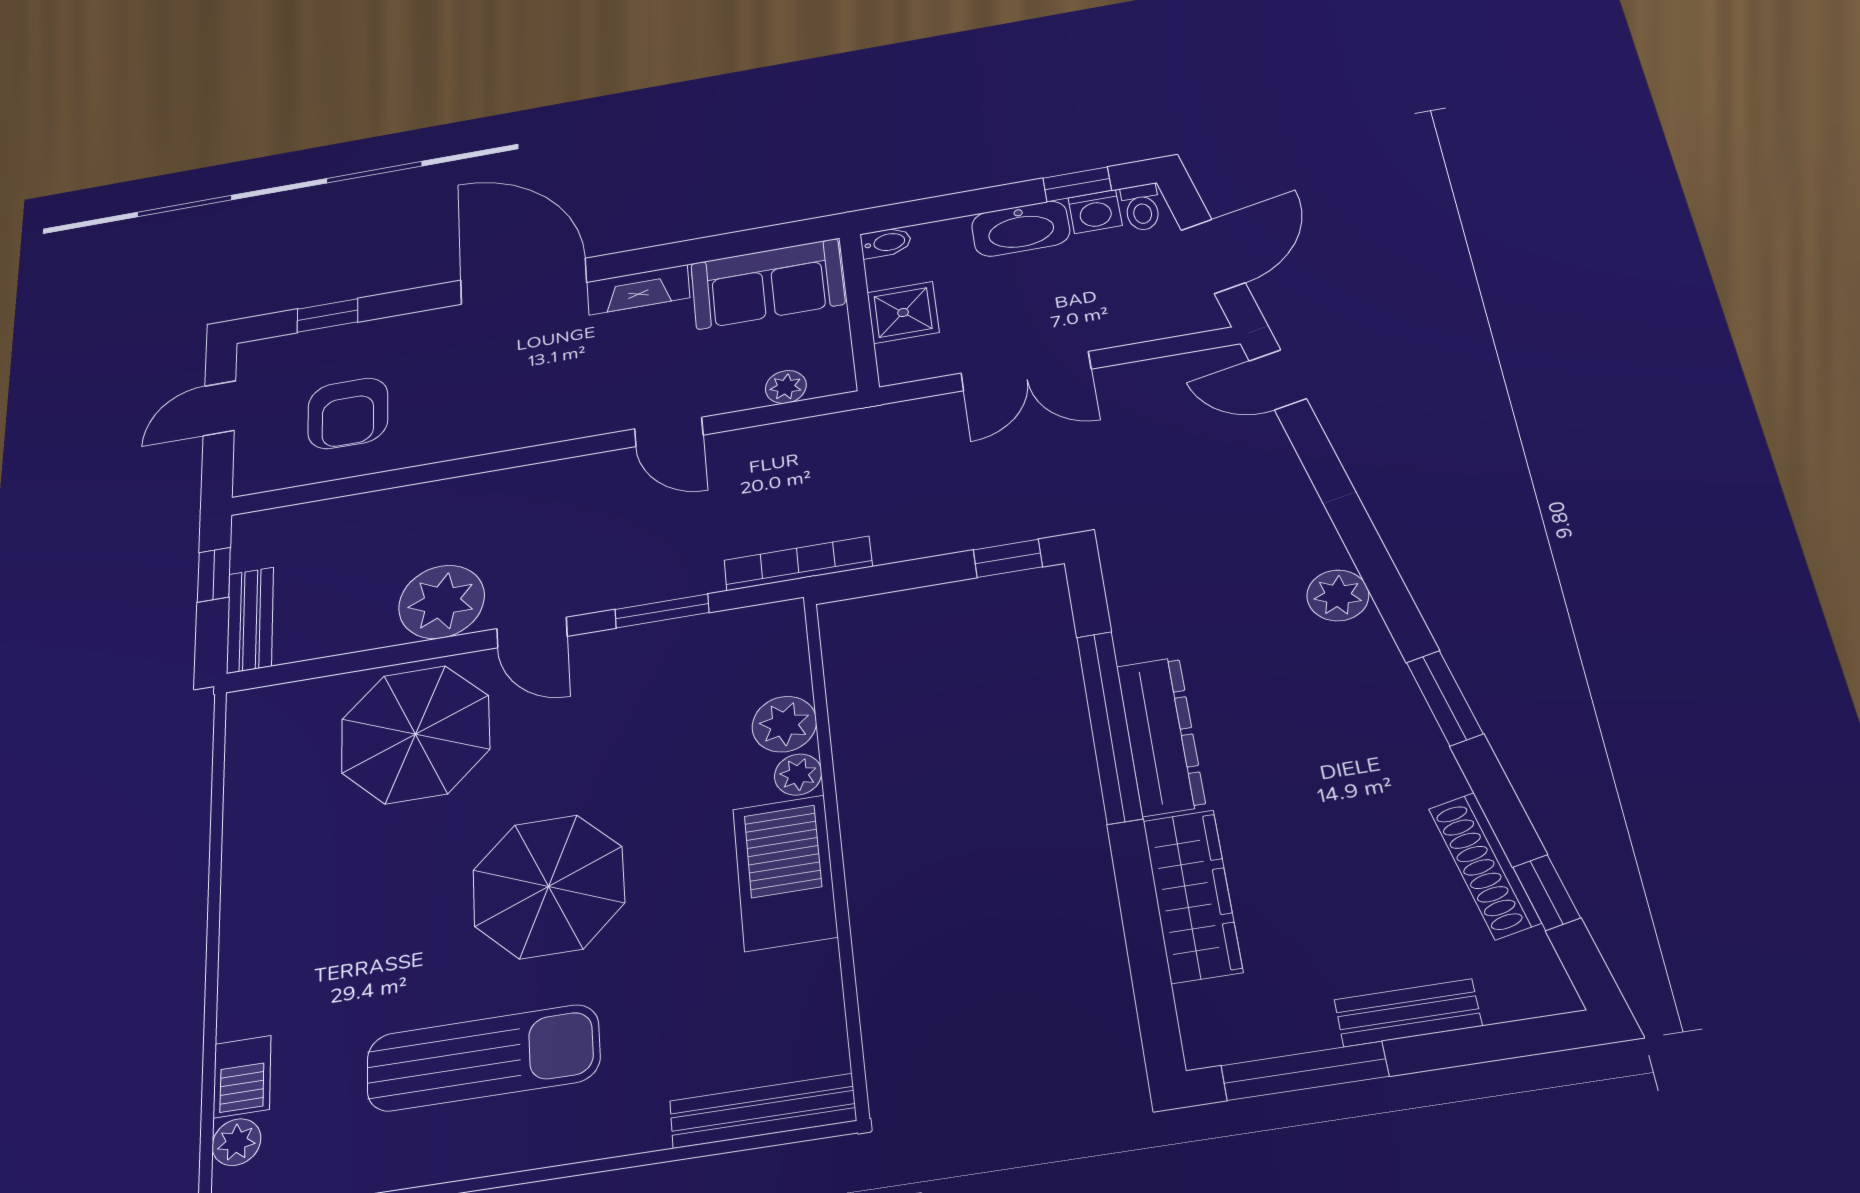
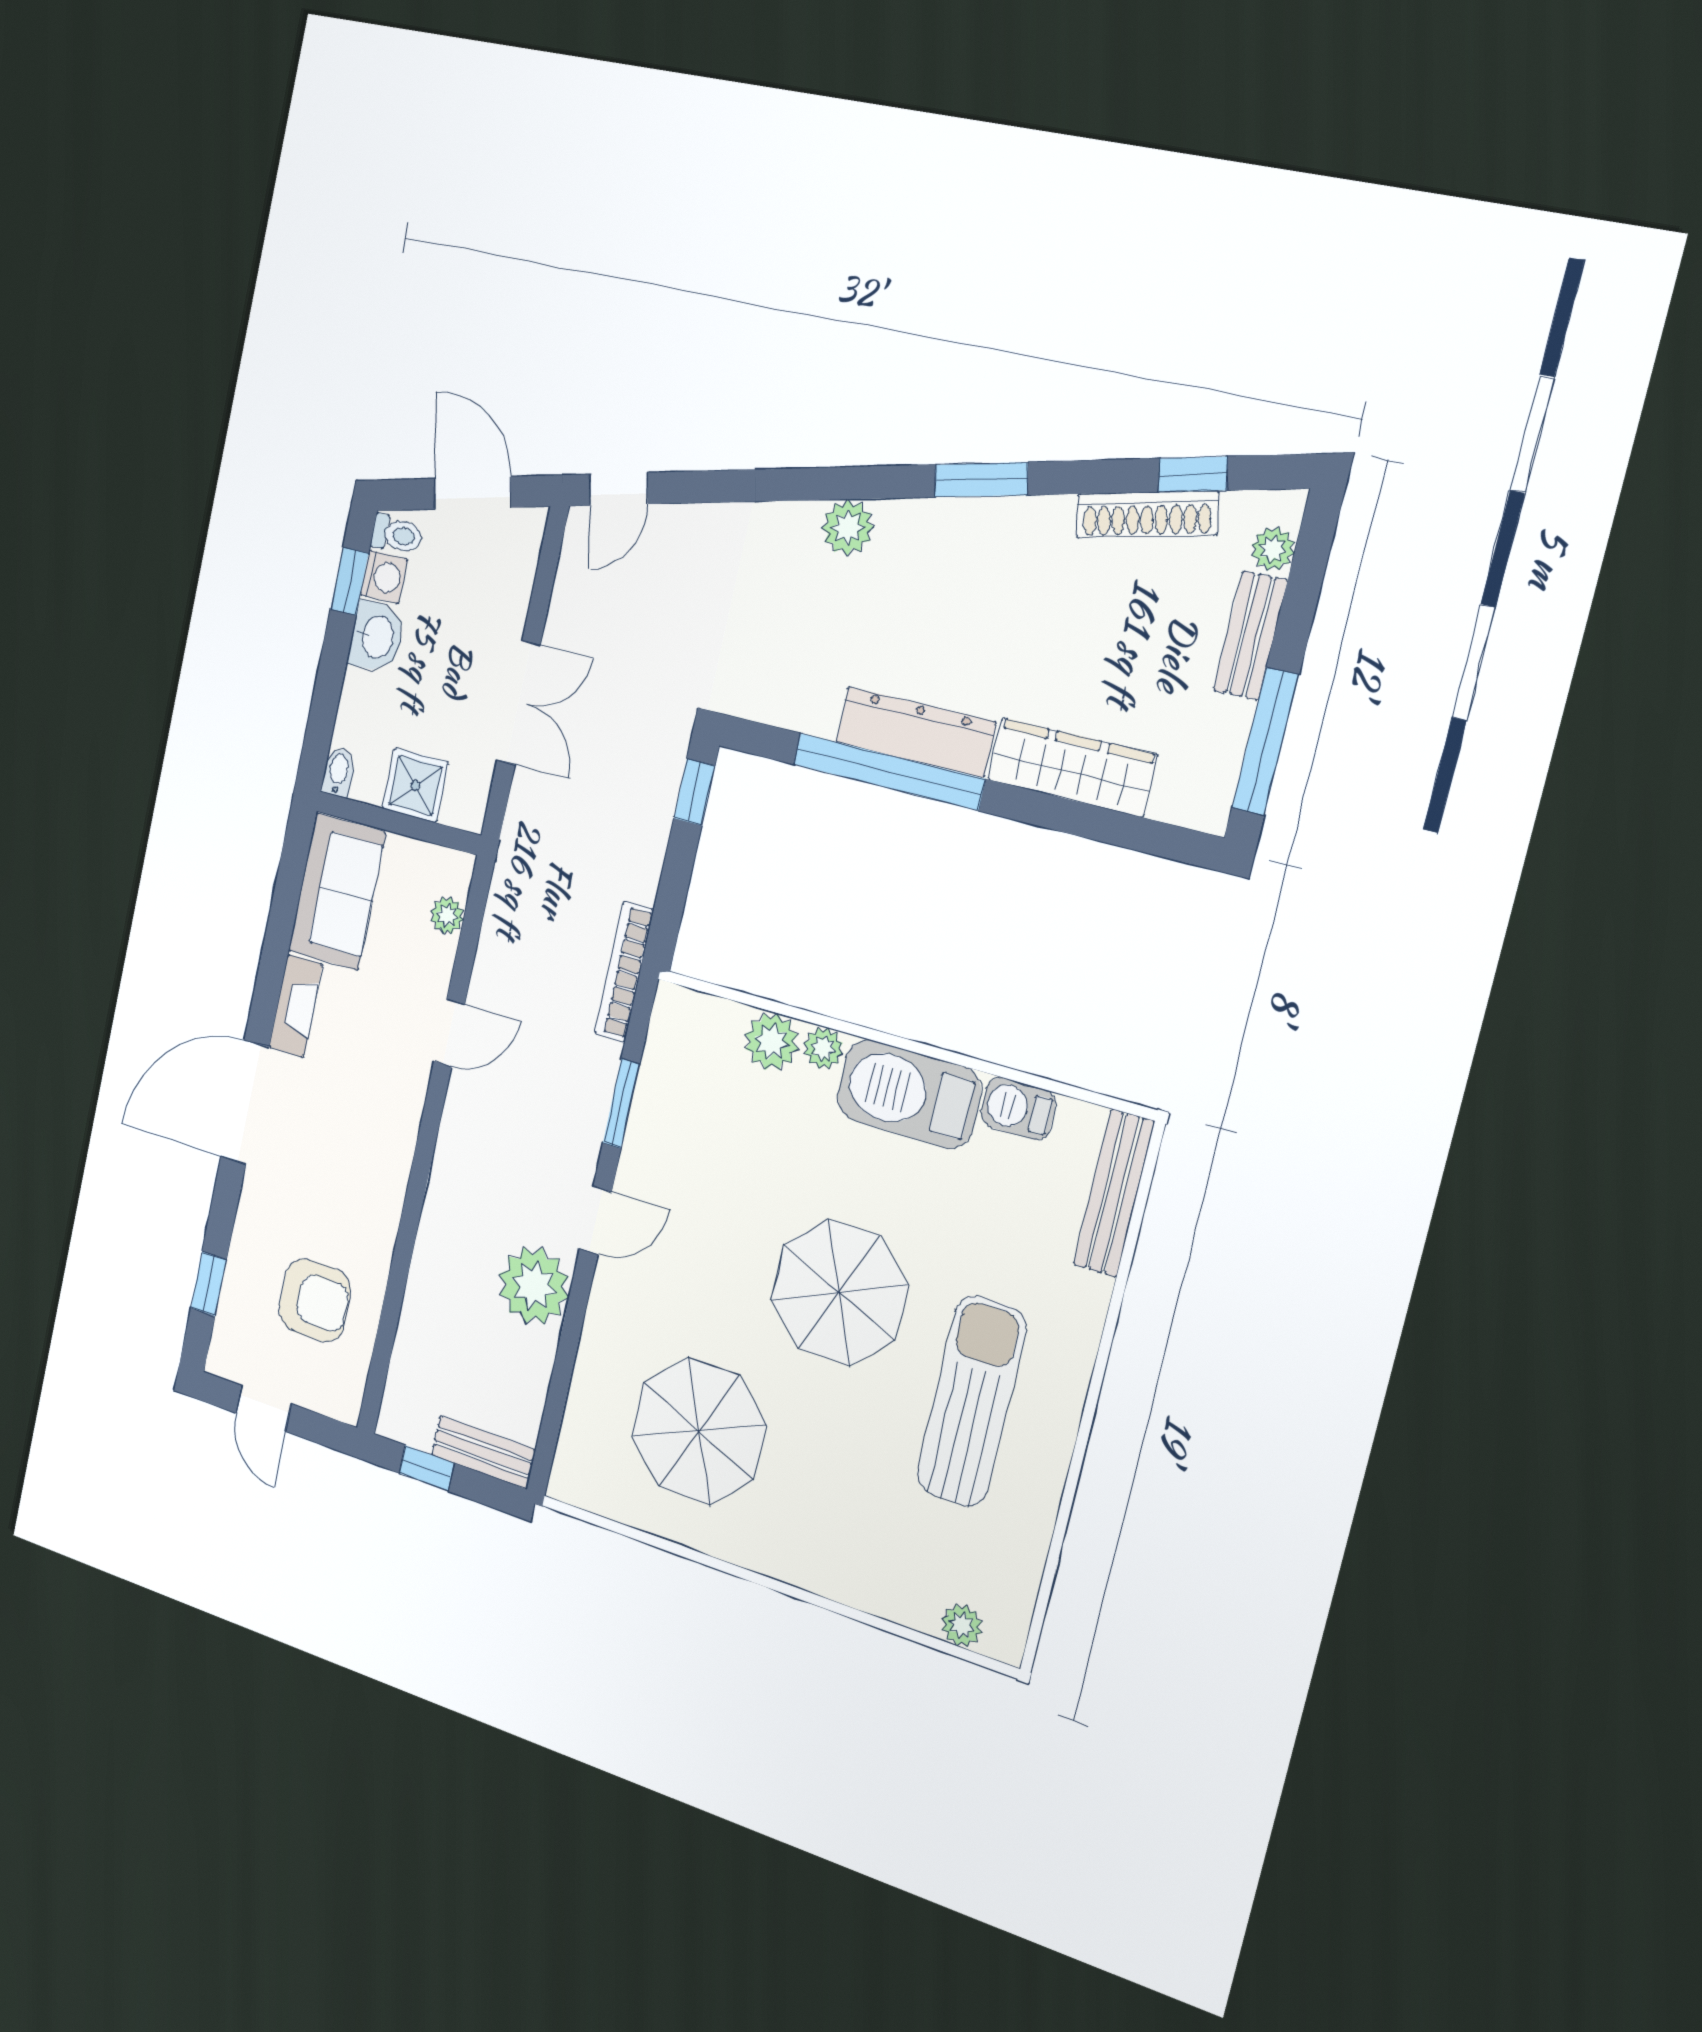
washbasin: (1021, 229) -> (376, 637), width x0.72
parasol: (415, 734) -> (699, 1431), moved
plant: (1507, 999) -> (1273, 549), added
barbecue: (242, 1077) -> (1018, 1109), moved, turned 180

